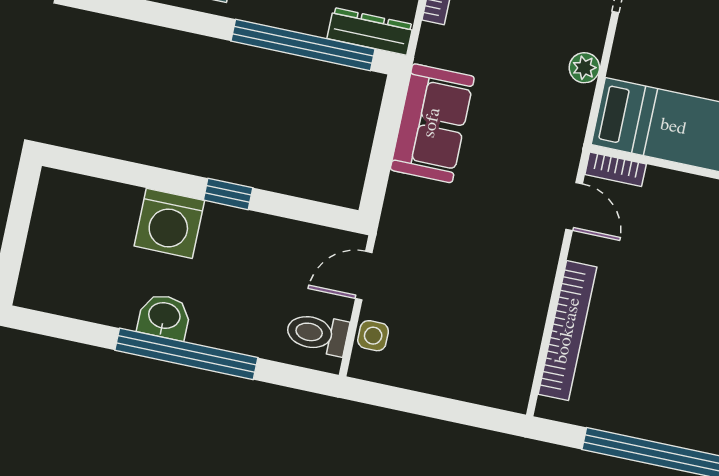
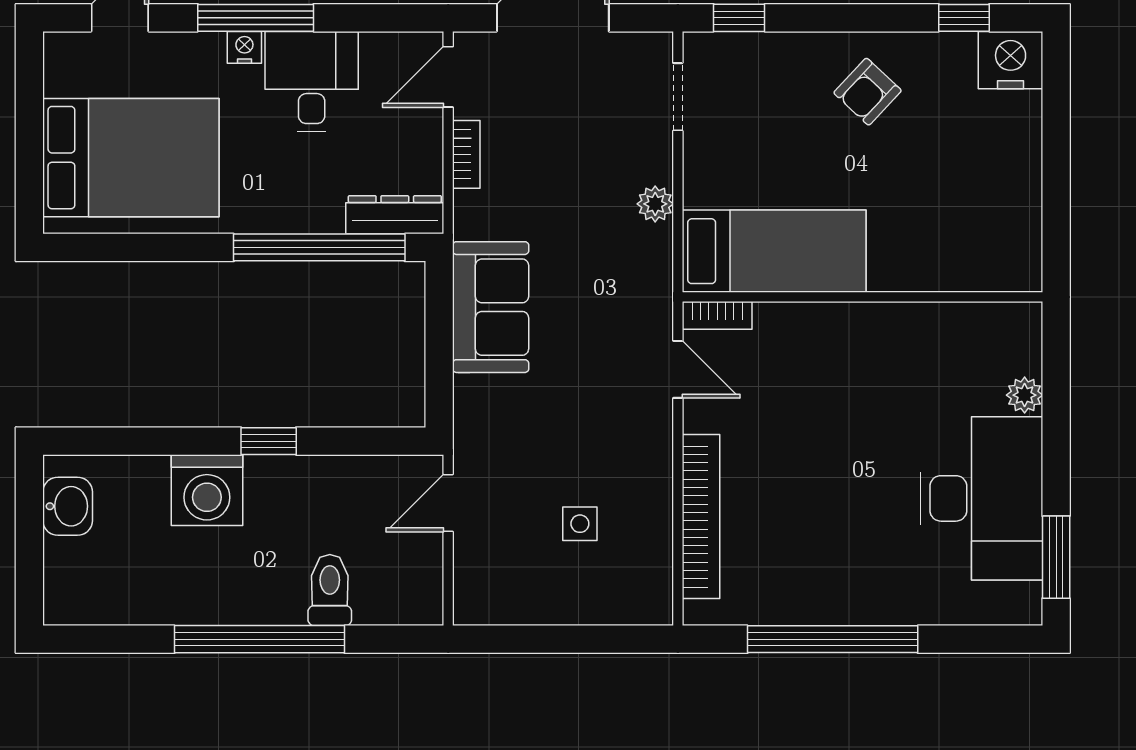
washbasin: (164, 317) -> (68, 506), moved, turned 90
toilet: (317, 334) -> (330, 590), moved, turned 90
side table: (373, 336) -> (580, 524), moved

